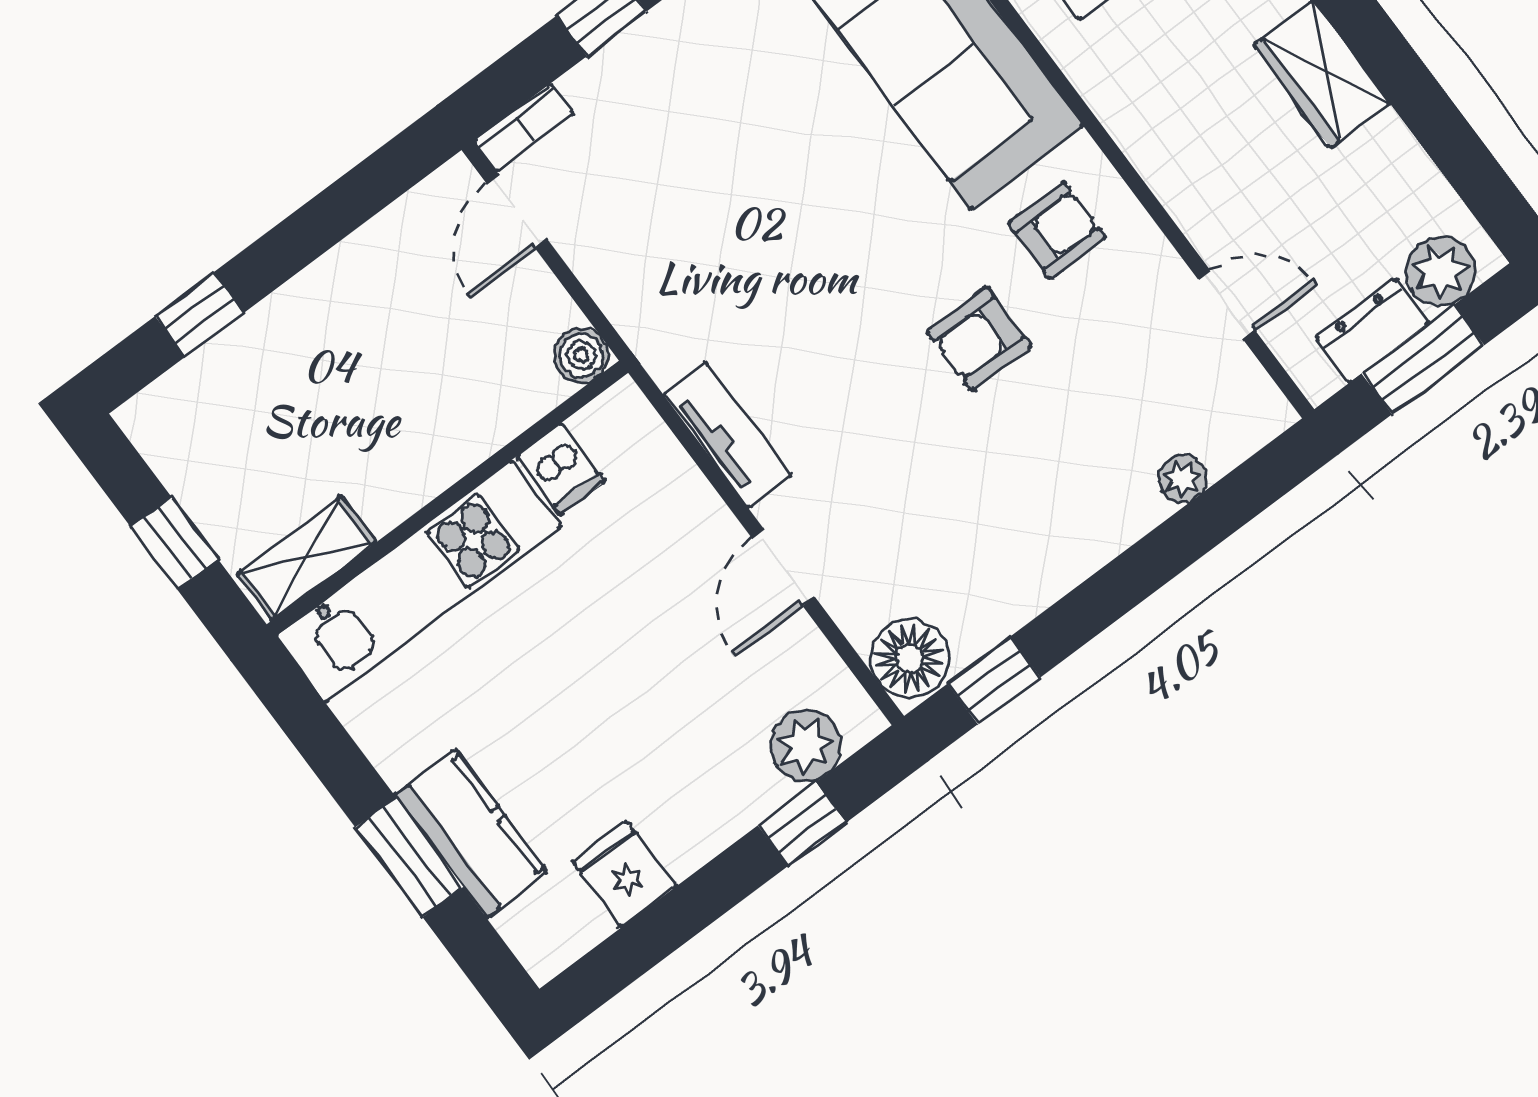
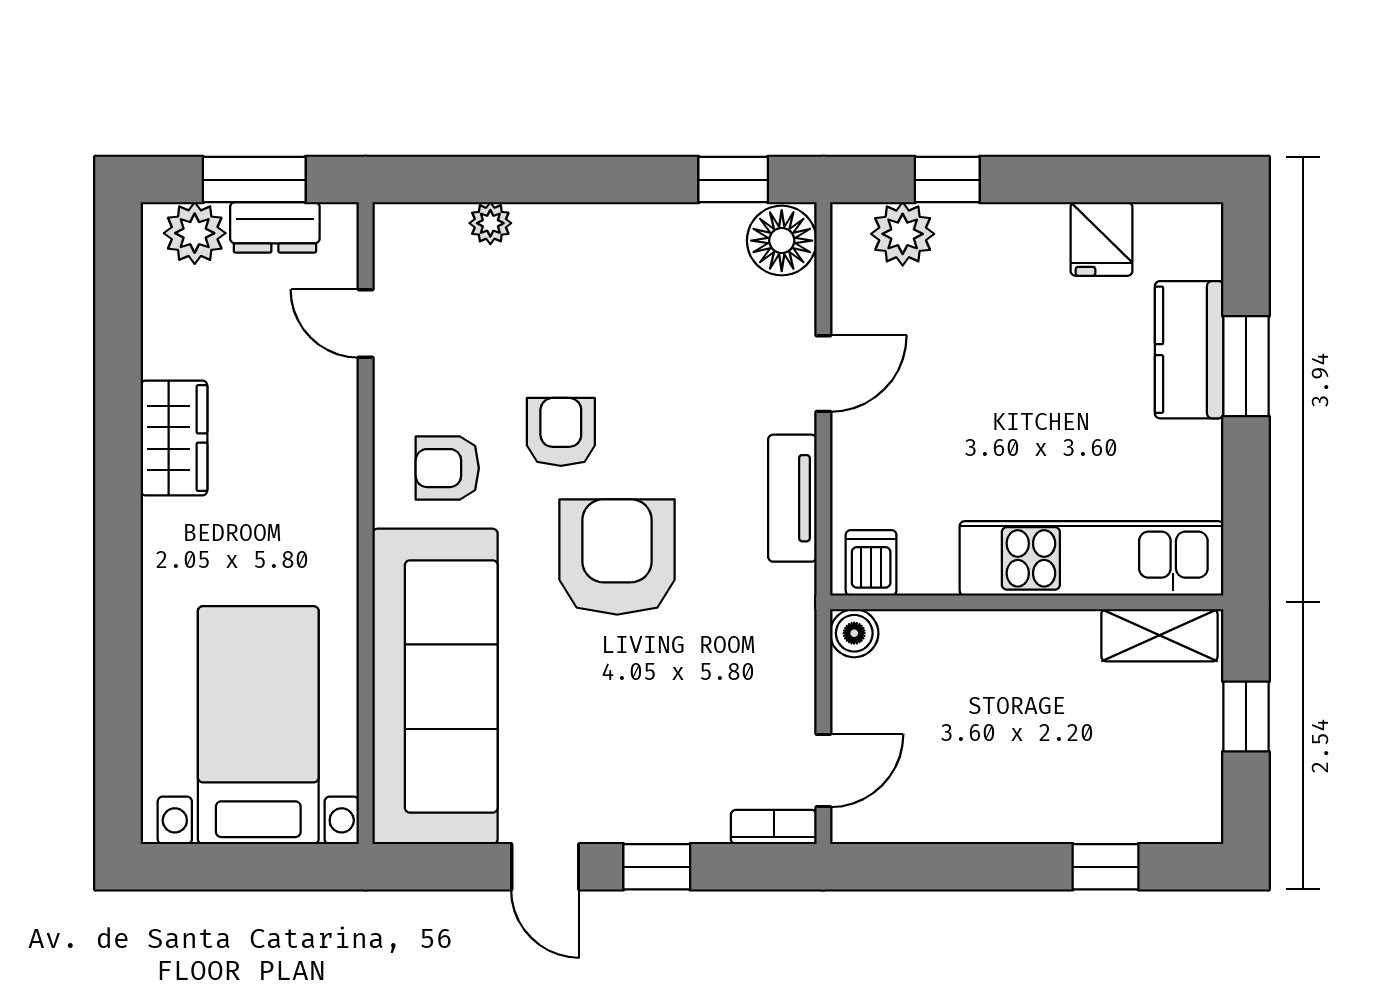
armchair: (845, 265) -> (617, 557), added
armchair: (979, 339) -> (561, 432), turned -90
dishwasher: (561, 469) -> (871, 563), moved

